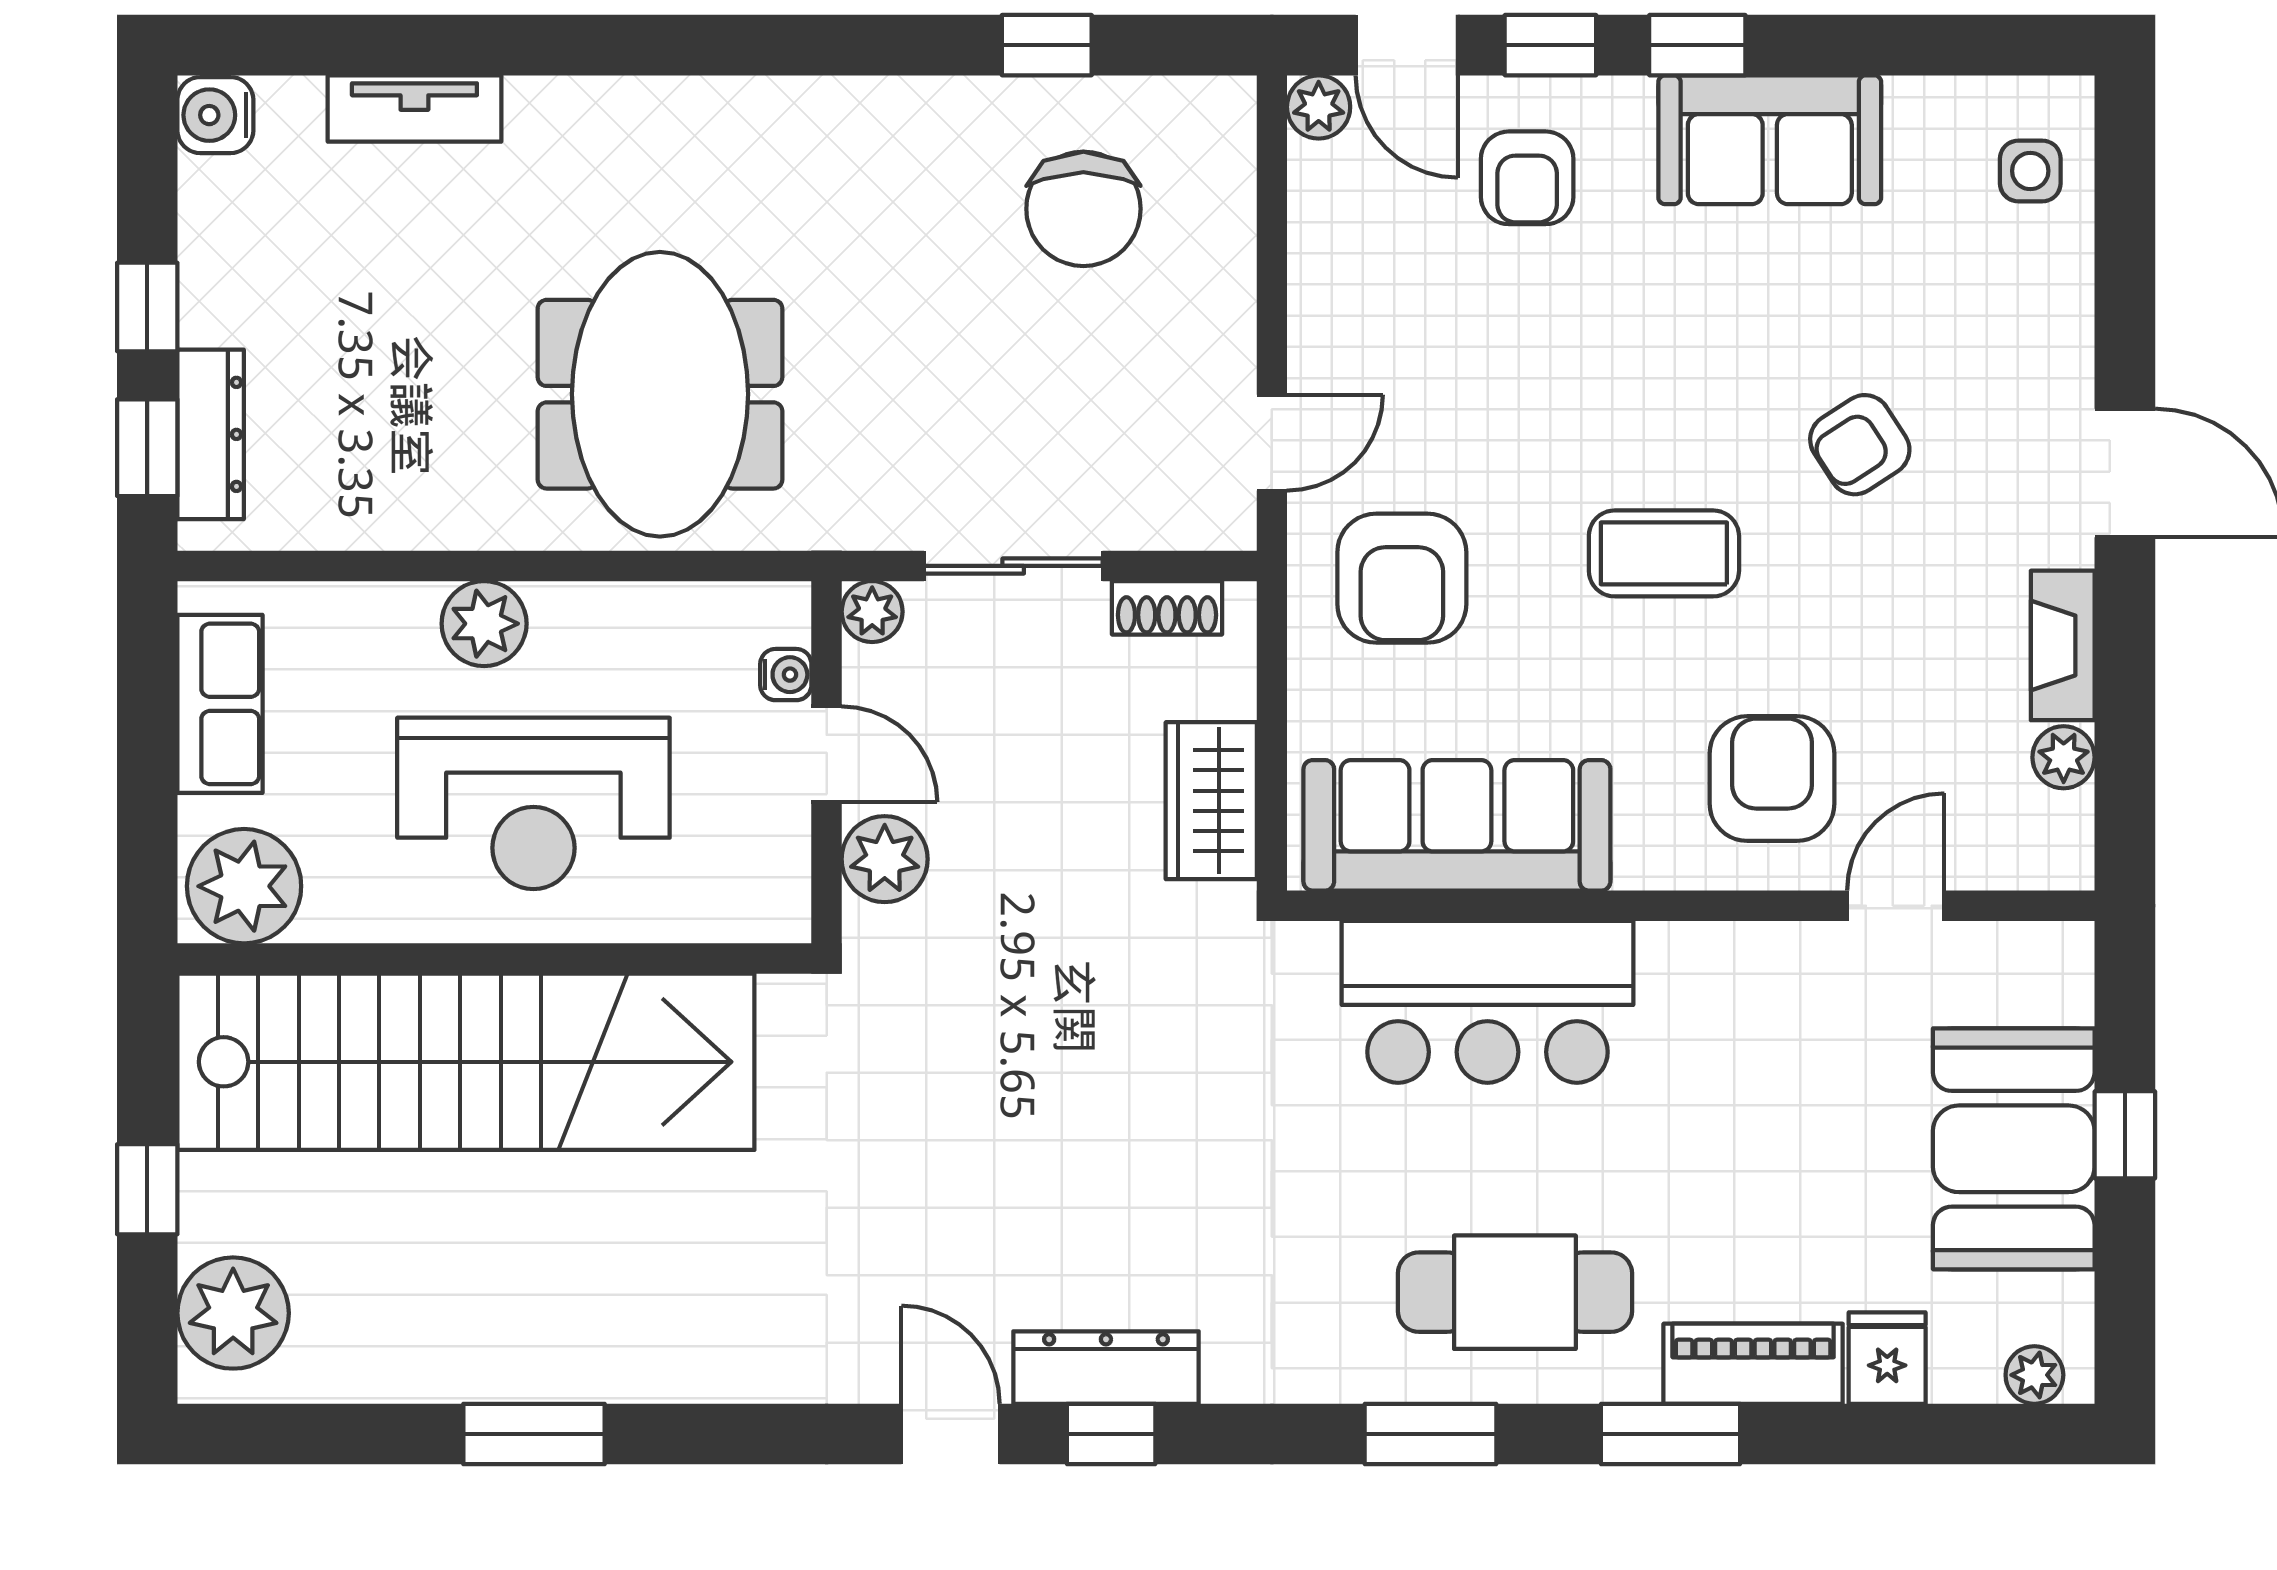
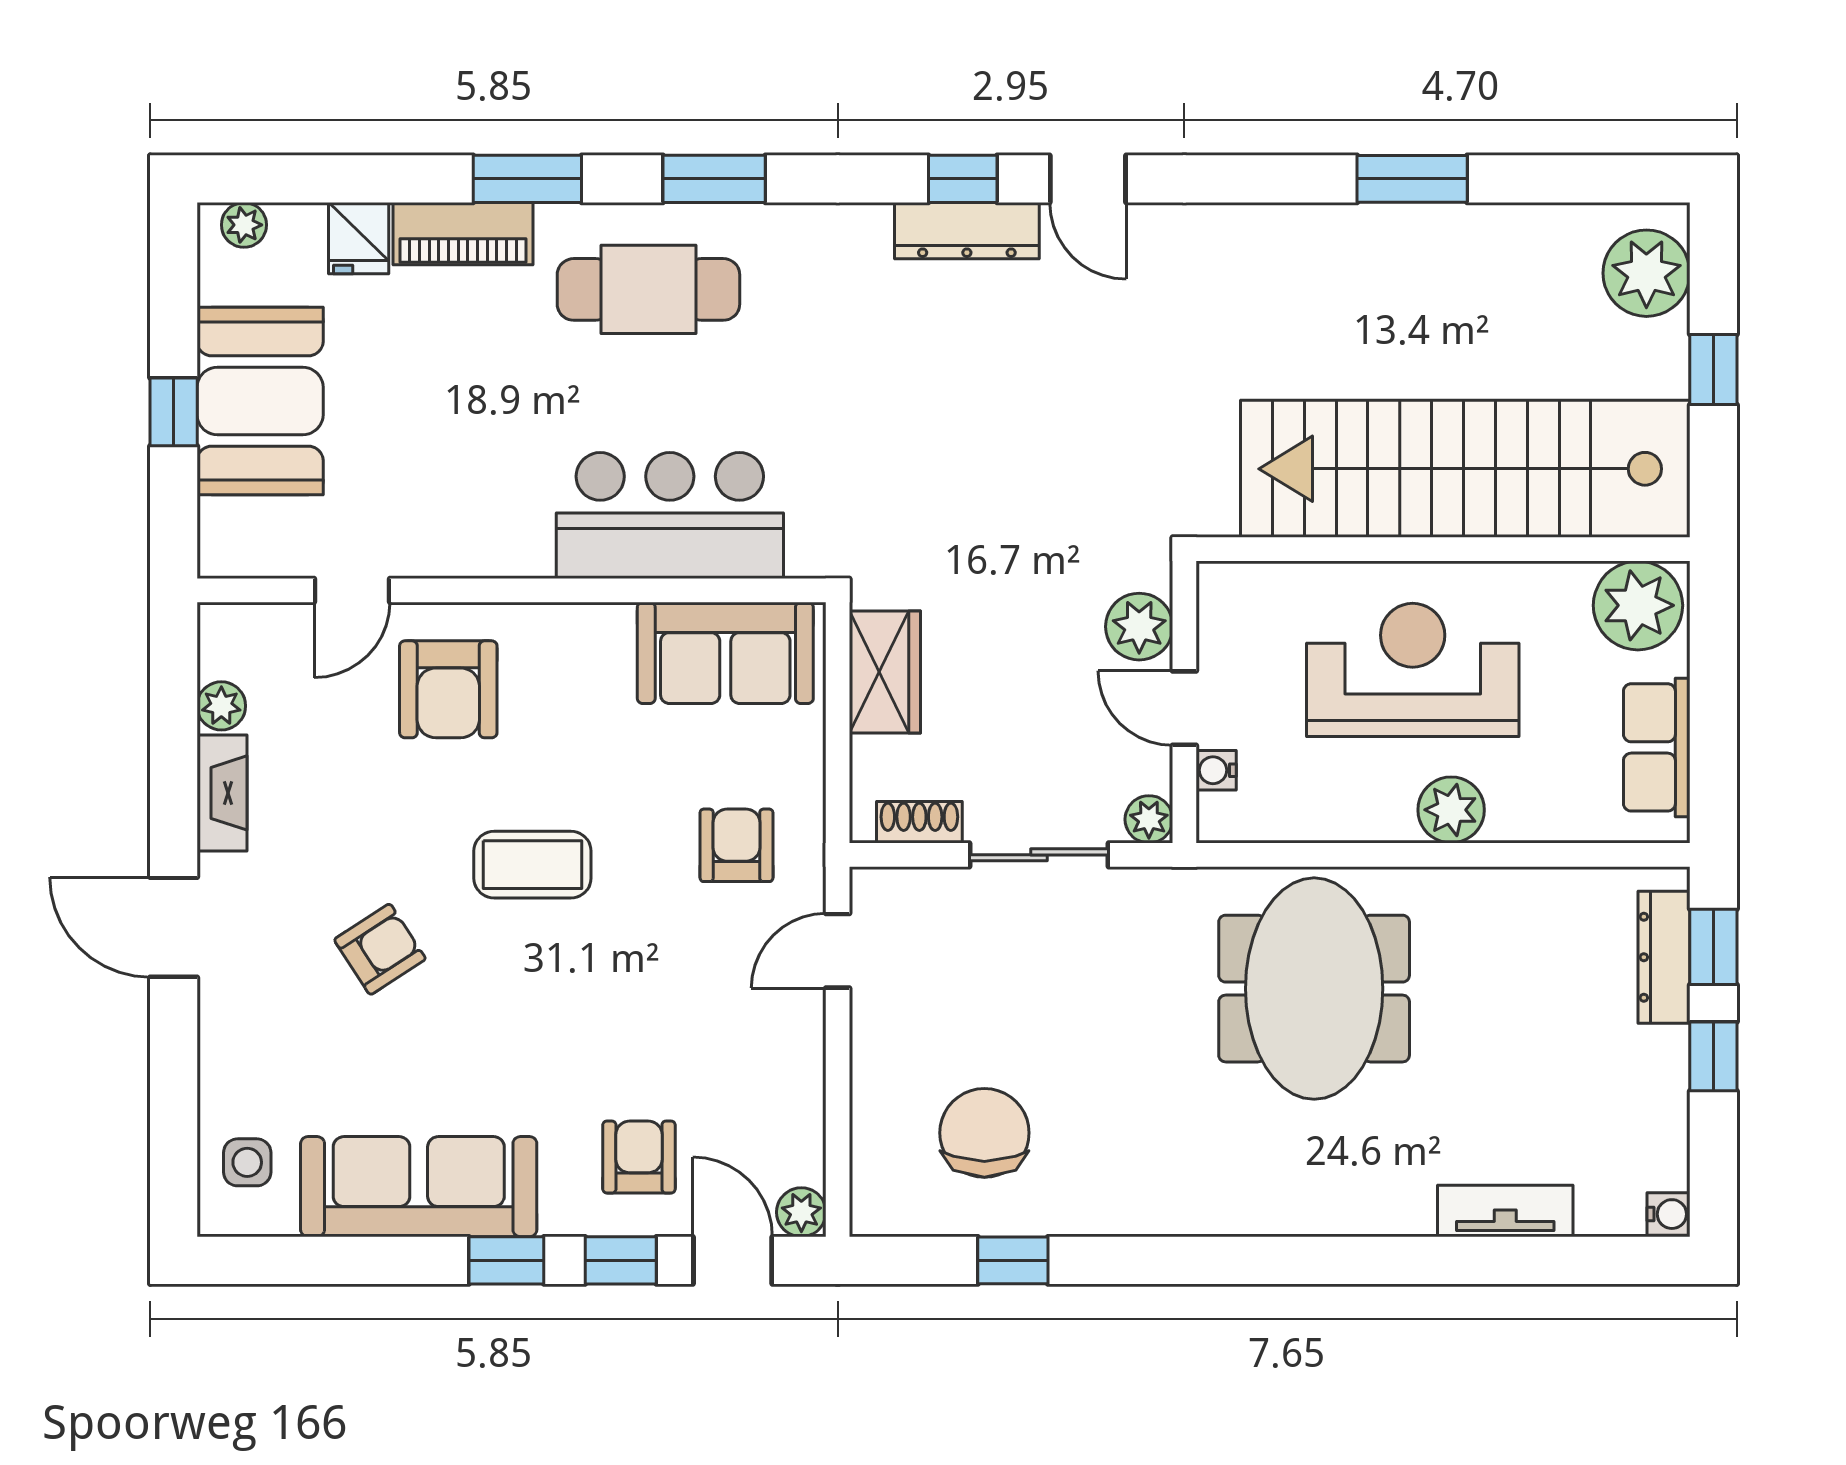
water cooler: (215, 115) -> (1668, 1214), width x0.72, depth x0.72
sofa: (1770, 140) -> (419, 1187), width x1.36
armchair: (1402, 578) -> (736, 845), width x0.72, depth x0.72
sofa: (1457, 825) -> (725, 653), width x0.73

